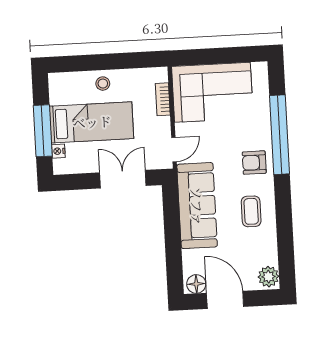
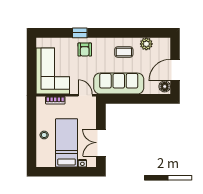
window: (43, 131) -> (70, 172), removed
window: (279, 135) -> (80, 33), width x0.32
armchair: (254, 163) -> (85, 50), moved
double door: (123, 179) -> (101, 143), moved
plant: (268, 277) -> (146, 44), moved

